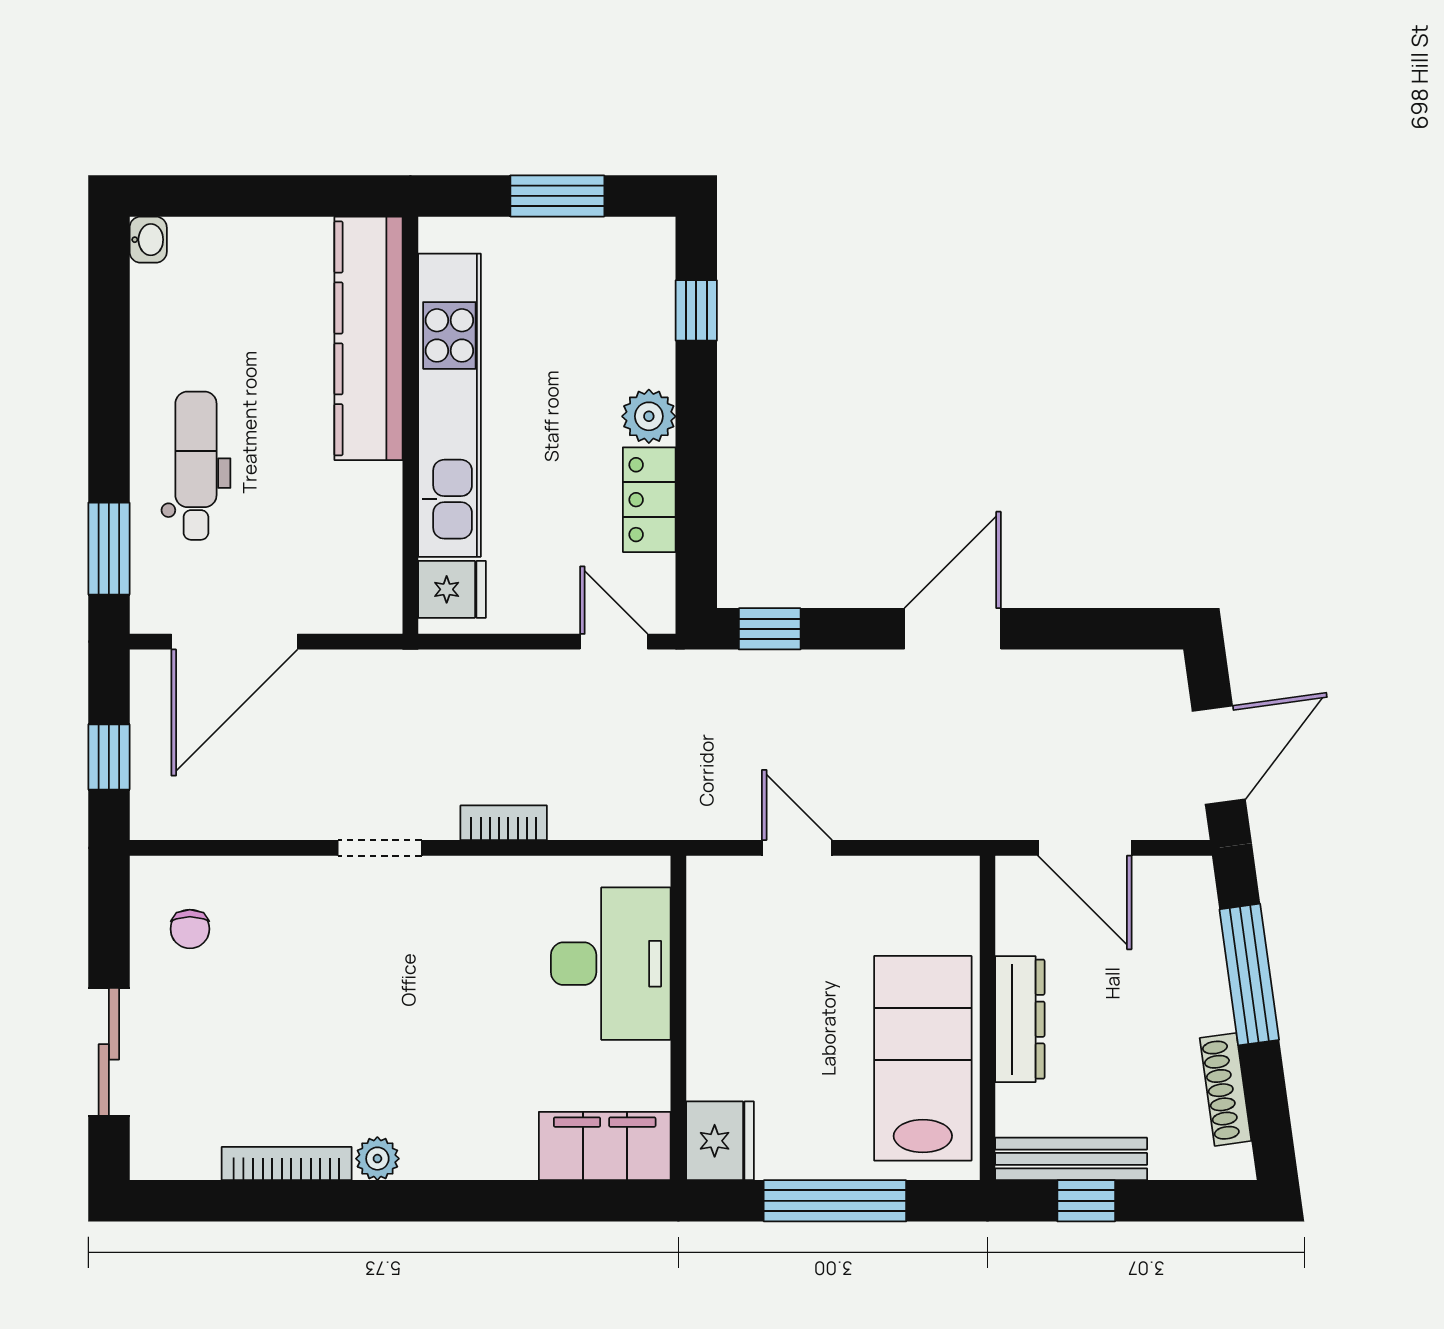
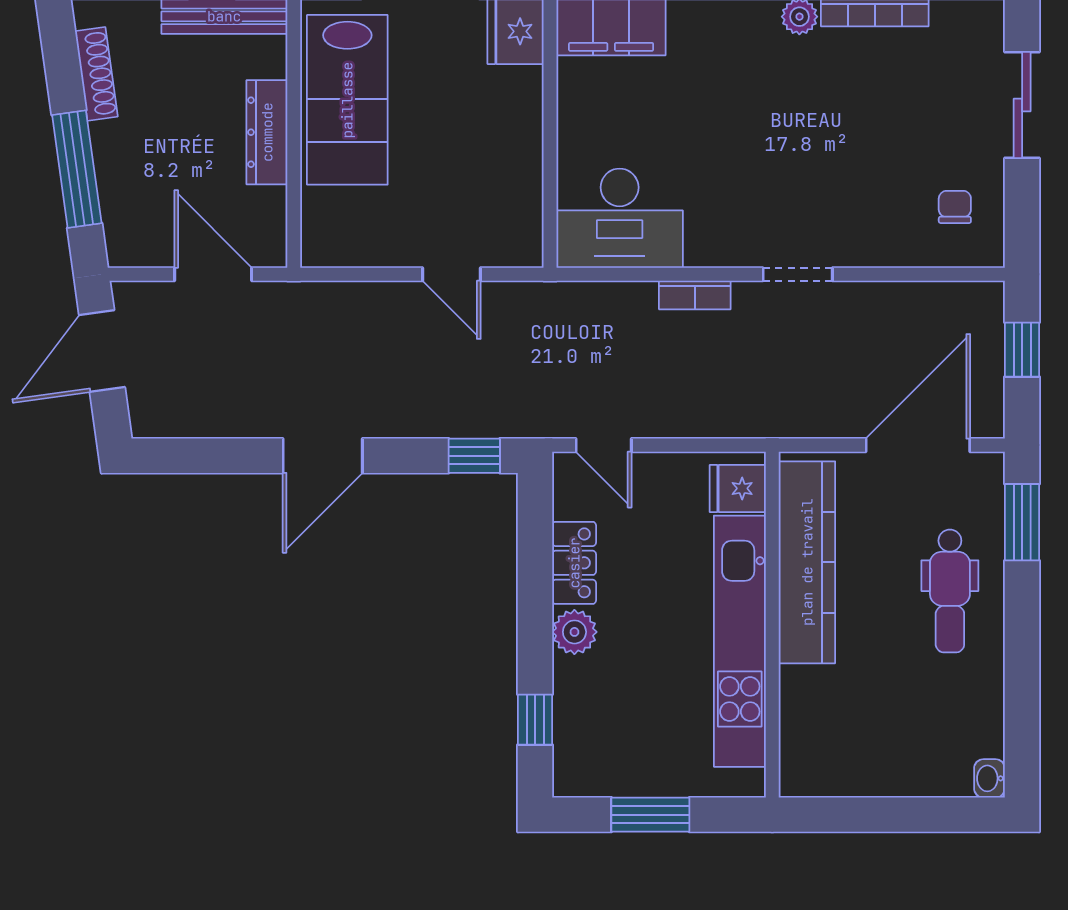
kitchen counter: (369, 338) -> (807, 562), moved
desk: (611, 964) -> (620, 218), moved, turned -90

